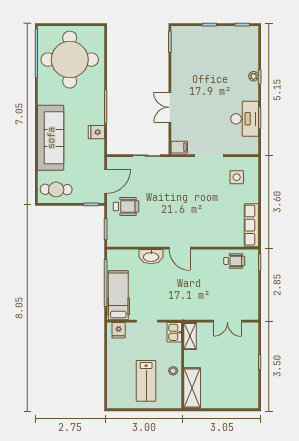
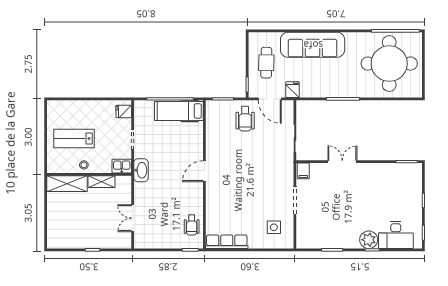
plant: (254, 76) -> (369, 240), width x1.87, depth x1.87
desk: (245, 119) -> (396, 235), moved
fridge: (96, 132) -> (292, 90), moved
cafe table: (56, 189) -> (266, 63), moved
washbasin: (151, 257) -> (141, 170), moved, turned 180
hospital bed: (118, 295) -> (179, 111), moved, turned 180
shelving: (190, 336) -> (101, 182), moved

